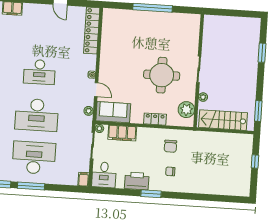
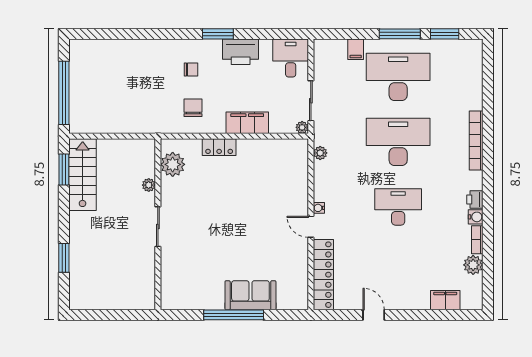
round table: (162, 75) -> (213, 214), removed
door: (96, 90) -> (311, 227), moved
sofa: (113, 112) -> (250, 295), moved, turned 180
stairs: (223, 120) -> (83, 175), moved, turned -90
filing cabinet: (122, 133) -> (247, 123), moved
desk: (34, 158) -> (398, 77), turned 180
window: (255, 161) -> (64, 93), width x3.17
filing cabinet: (84, 179) -> (356, 49), moved

